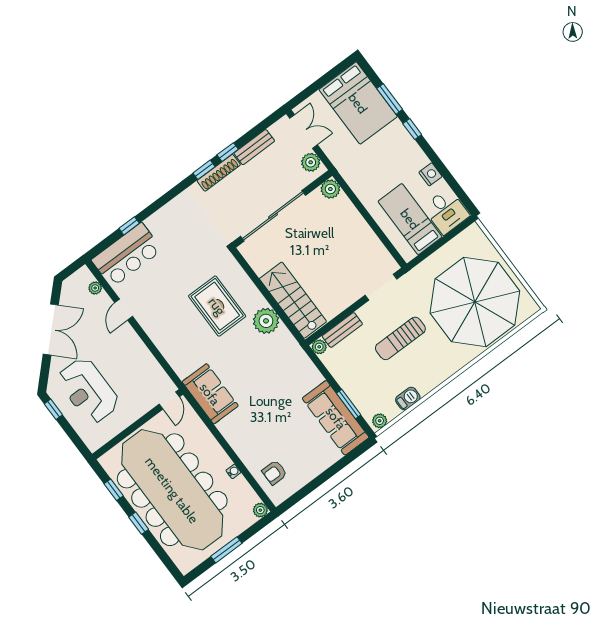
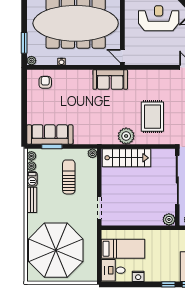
rug: (217, 306) -> (152, 117), turned 90
bench: (342, 330) -> (32, 200), moved
sun lounger: (400, 338) -> (69, 177), moved
plant: (392, 411) -> (31, 166), added
window: (226, 550) -> (24, 43), moved

